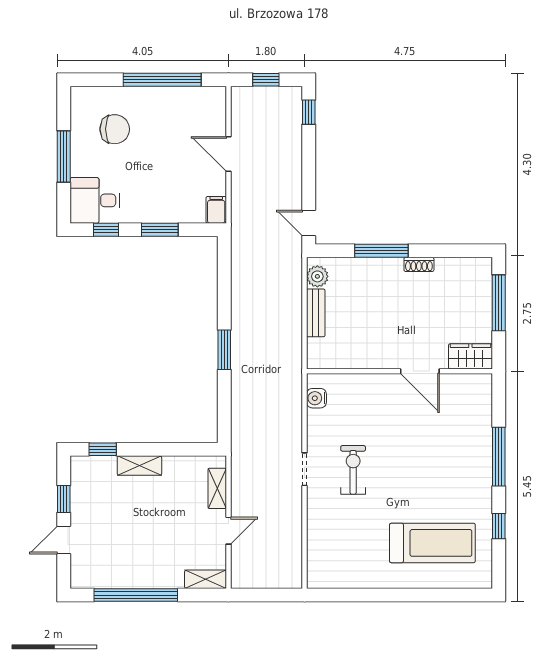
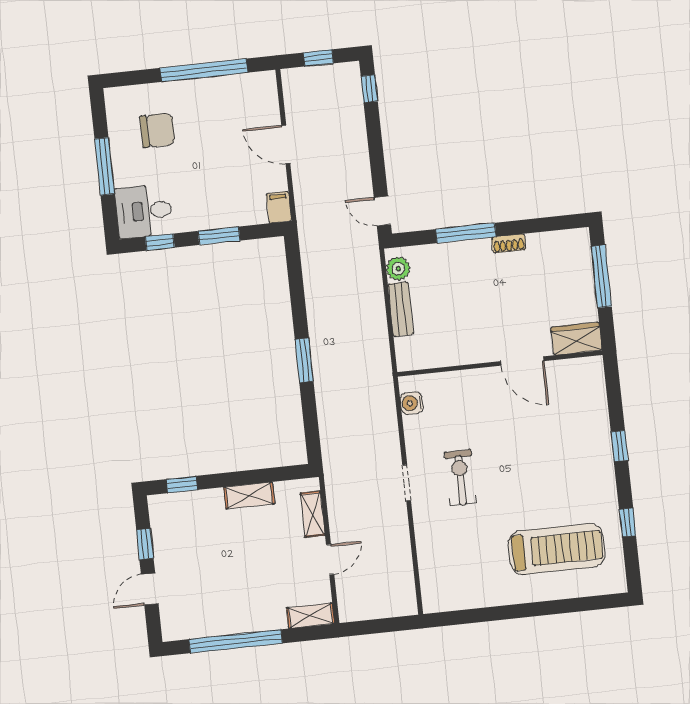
window: (499, 457) -> (619, 446), width x0.46
shelving: (139, 466) -> (249, 496), moved

